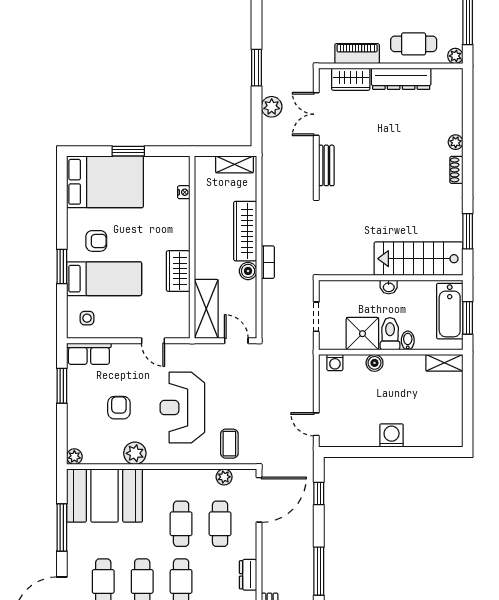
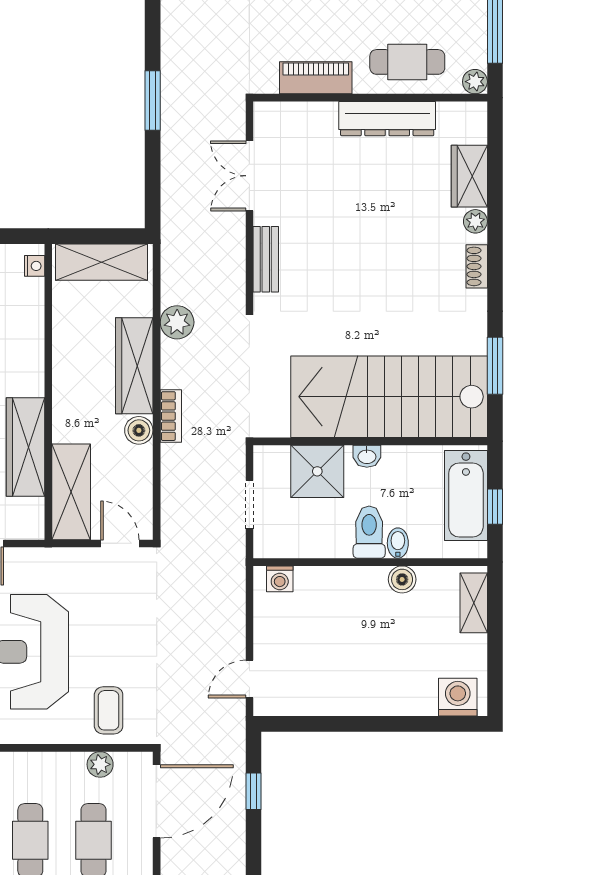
wardrobe: (351, 79) -> (469, 176), moved, turned 90
plant: (272, 107) -> (177, 322), moved
shelving: (234, 164) -> (102, 262), width x1.50, depth x1.33
nightstand: (184, 192) -> (35, 266), moved
stairs: (418, 259) -> (389, 397), width x1.36, depth x1.51
wardrobe: (178, 271) -> (25, 447), width x1.50
window: (468, 318) -> (495, 507), width x0.67
shower: (362, 334) -> (317, 471), moved
boiler: (375, 363) -> (402, 579), moved
shelving: (444, 363) -> (474, 603), moved, turned 90
door: (316, 424) -> (249, 679), hinge flipped
washing machine: (392, 436) -> (458, 697), moved

